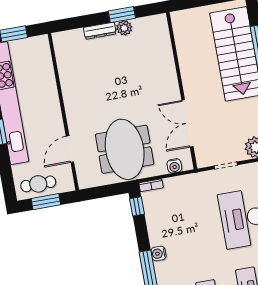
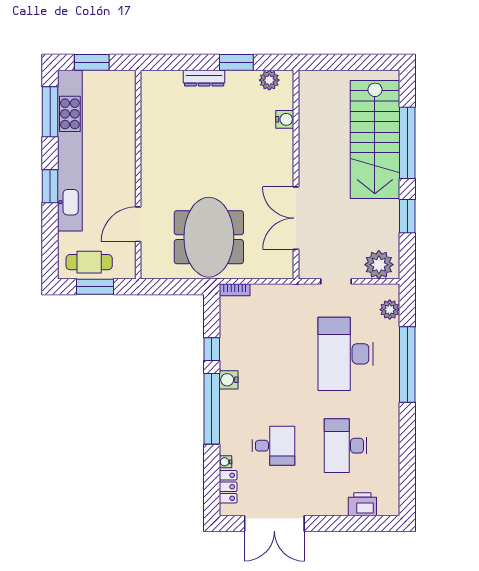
plant: (124, 28) -> (269, 80), moved
water cooler: (174, 166) -> (285, 119), moved, turned -90
window: (137, 206) -> (212, 349), moved

